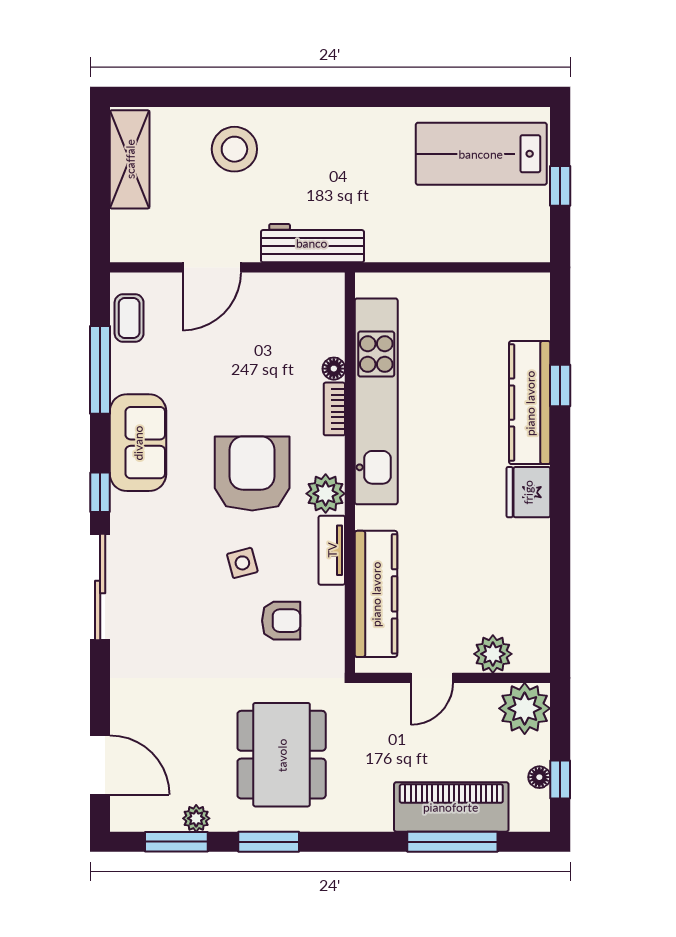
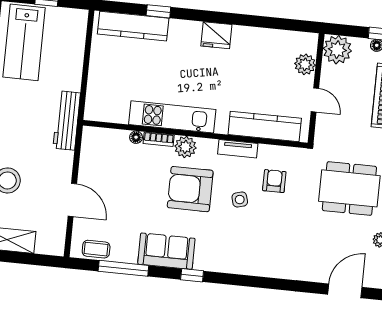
workbench: (312, 243) -> (67, 121), moved
kitchen unit: (376, 401) -> (172, 117), width x0.73
kitchen counter: (530, 403) -> (133, 26), moved
plant: (326, 494) -> (185, 147), moved
sliding door: (100, 587) -> (245, 281), removed

